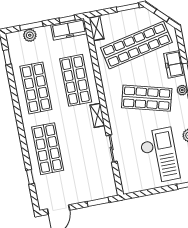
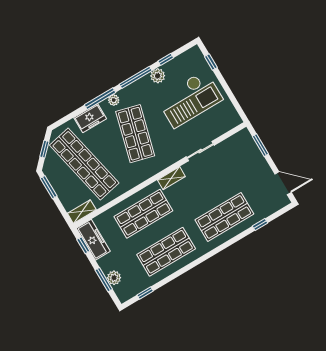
checkout: (159, 156) -> (190, 99), turned 180

